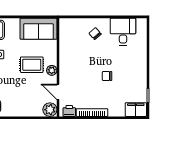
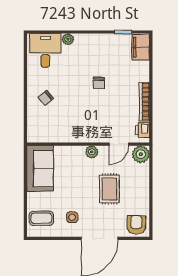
desk: (123, 32) -> (45, 50), moved, turned 90
plant: (142, 51) -> (68, 39), added
rug: (32, 65) -> (109, 189), moved

